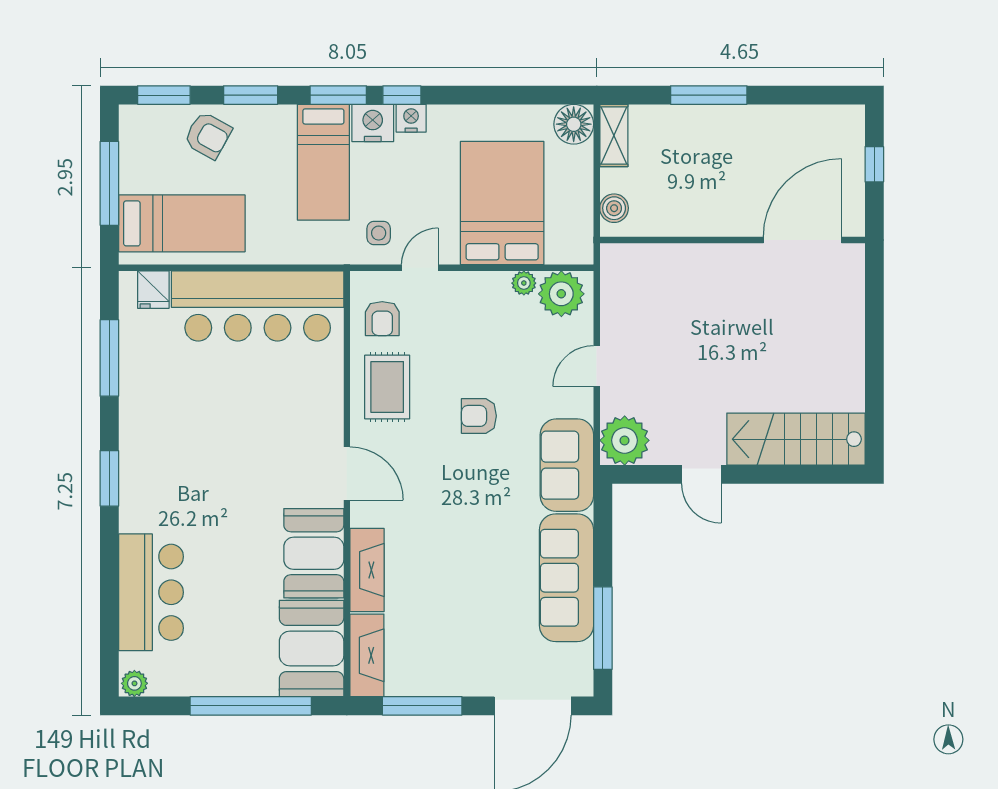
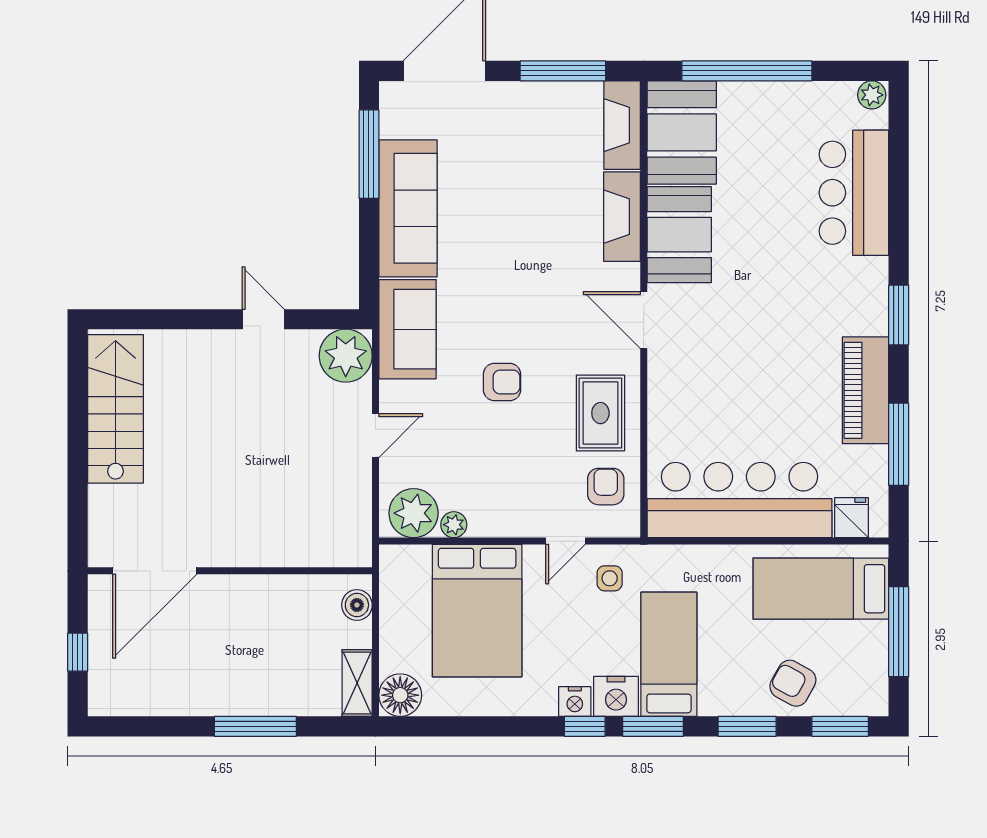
piano: (140, 408) -> (866, 390), added
stairs: (796, 439) -> (115, 409), moved, turned -90

